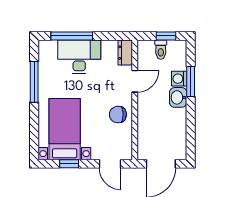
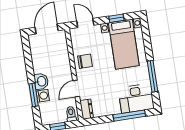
toilet: (161, 50) -> (71, 114), moved
desk: (79, 57) -> (136, 98), moved

